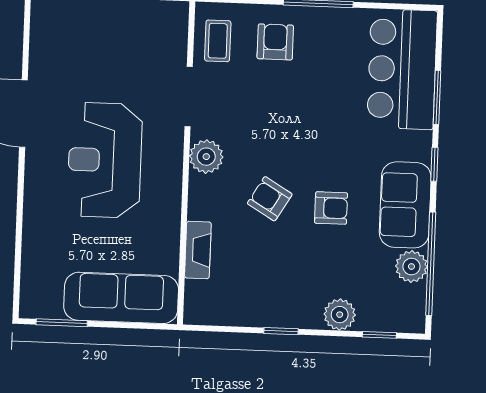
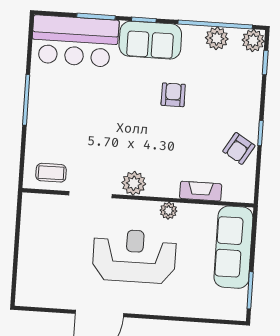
armchair: (275, 42) -> (53, 131), removed
reception desk: (105, 160) -> (134, 256), turned 180
armchair: (270, 199) -> (239, 148), moved
sofa: (405, 205) -> (150, 40), moved
plant: (169, 206) -> (168, 211), added
plant: (340, 315) -> (253, 41), moved

